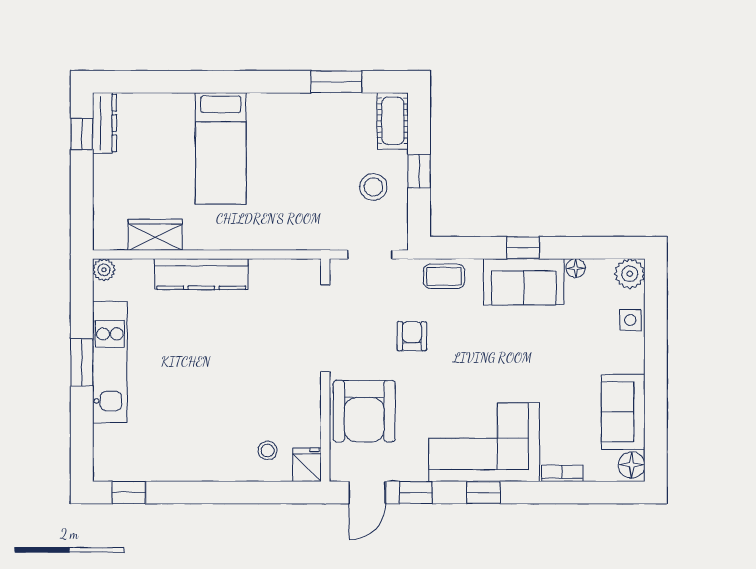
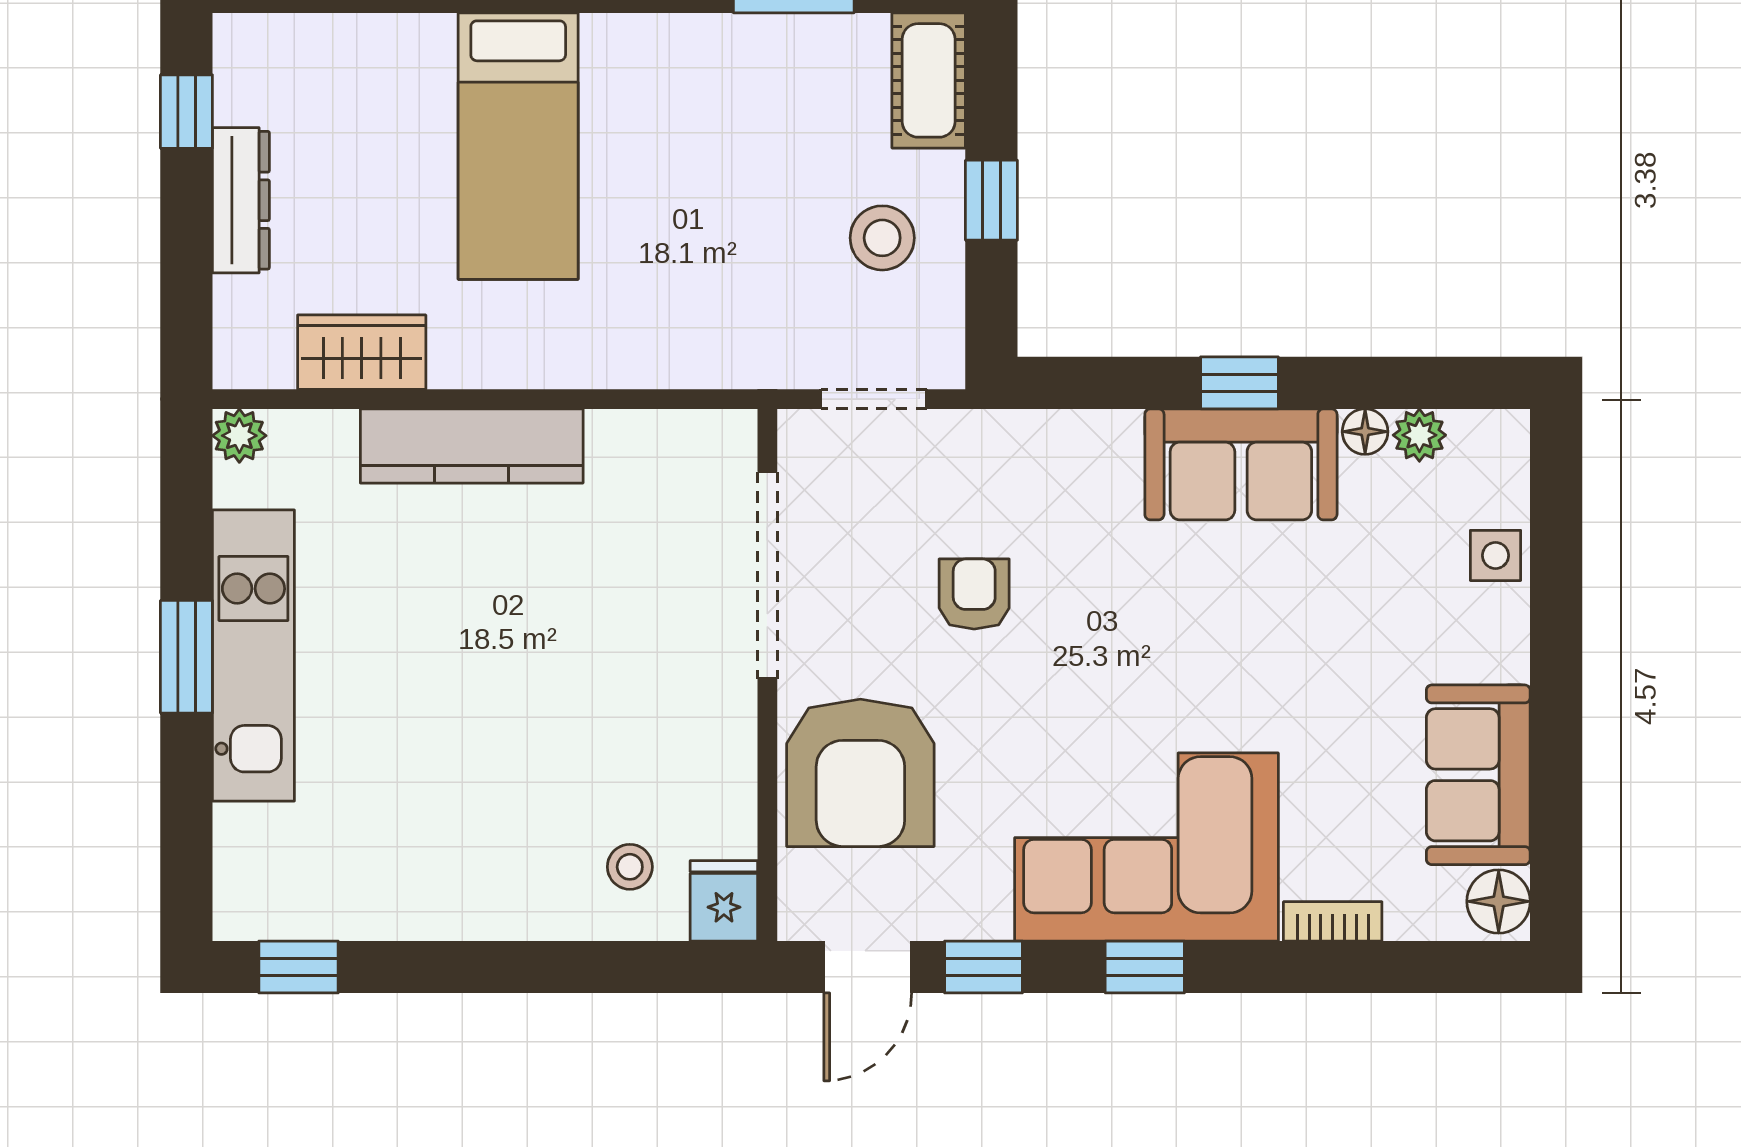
dresser: (105, 123) -> (241, 200), moved
plant: (630, 274) -> (1419, 435), moved, width x0.73, depth x0.73
coffee table: (444, 276) -> (1051, 451), removed

